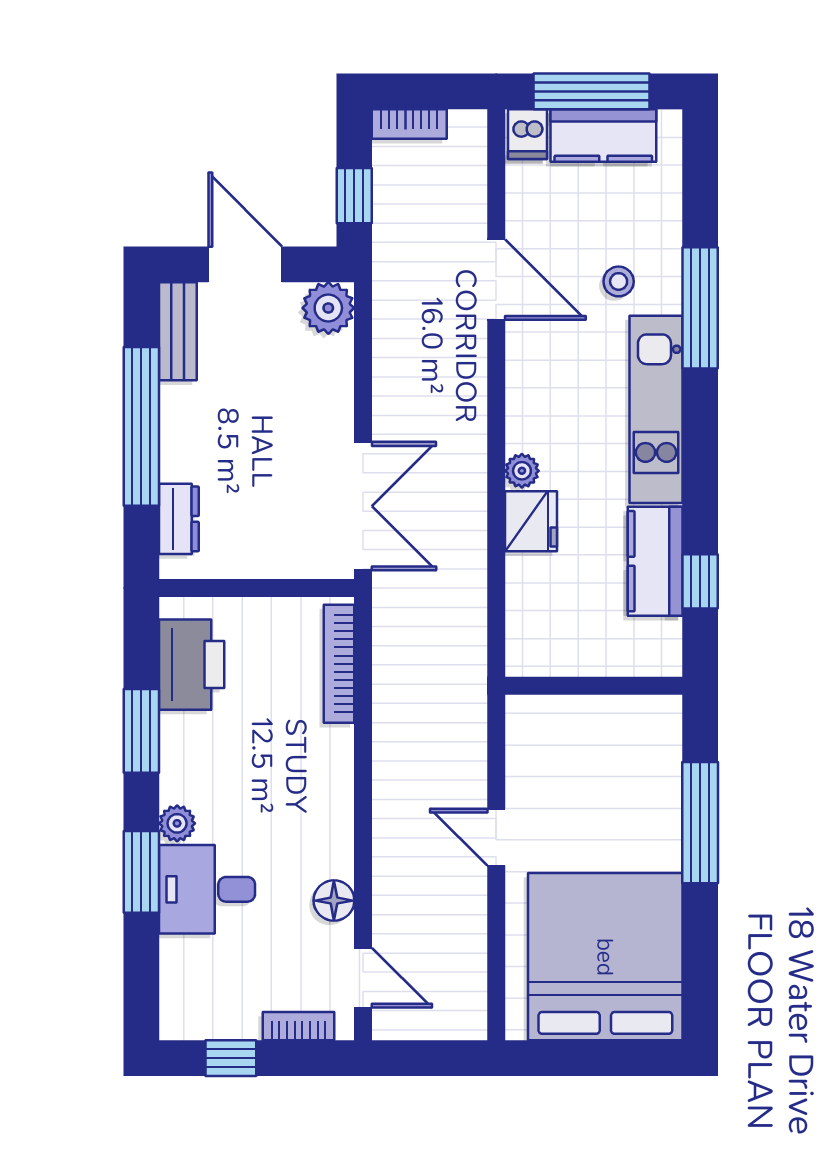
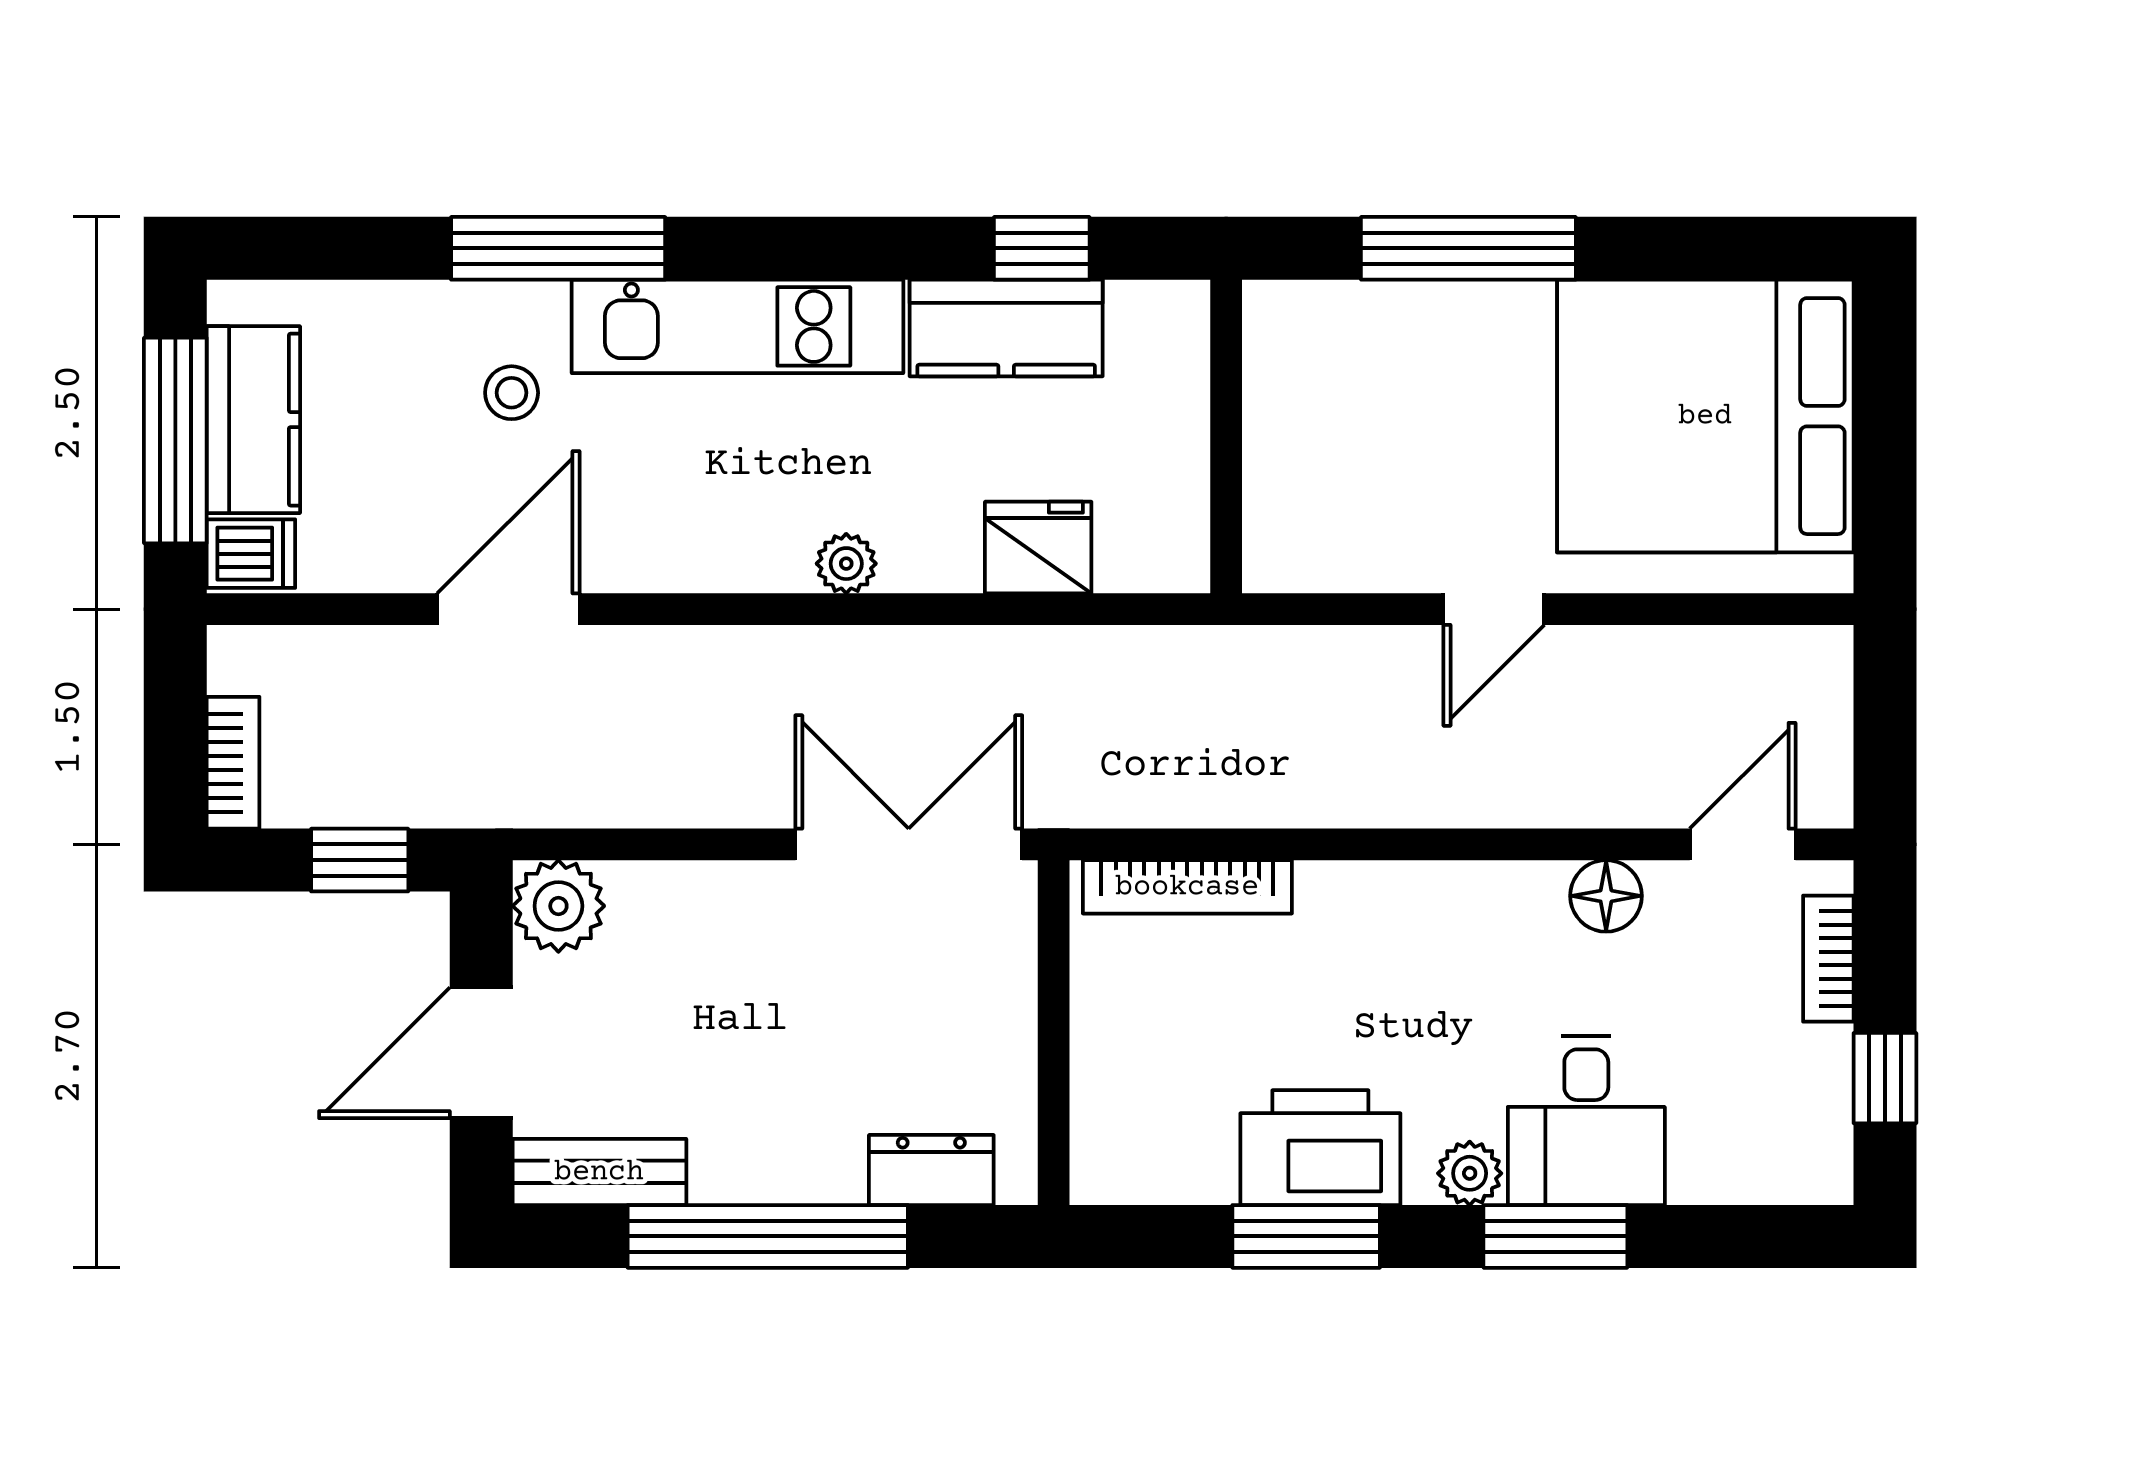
fridge: (531, 521) -> (1038, 548), moved
printer: (192, 665) -> (1320, 1148), moved

